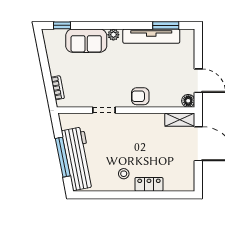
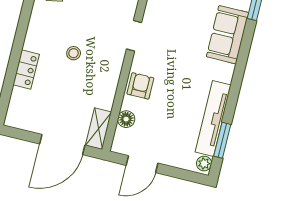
plant: (113, 35) -> (204, 164), moved
floor lamp: (188, 101) -> (126, 119), moved
stool: (124, 174) -> (74, 53), moved

